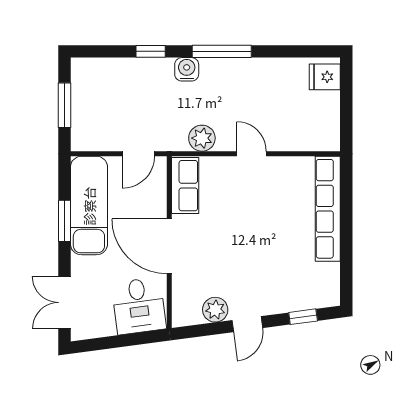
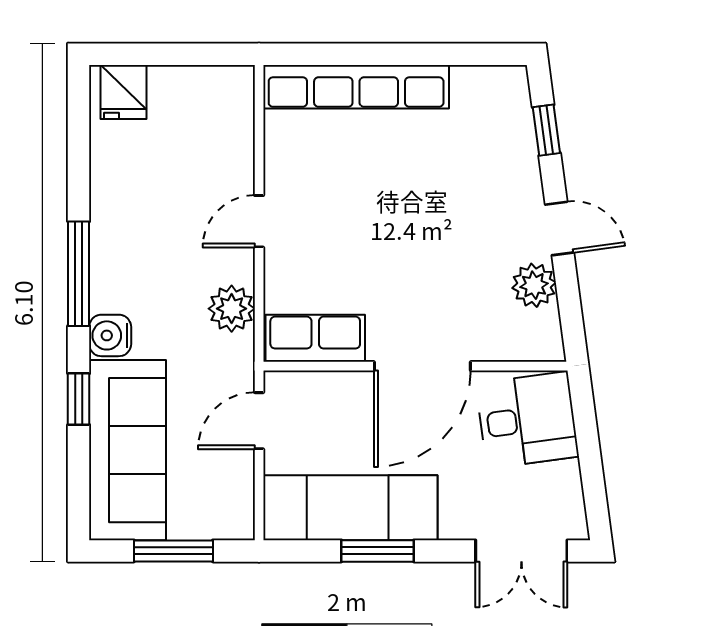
sofa: (122, 79) -> (128, 450), added
door: (138, 154) -> (259, 421), swing flipped

